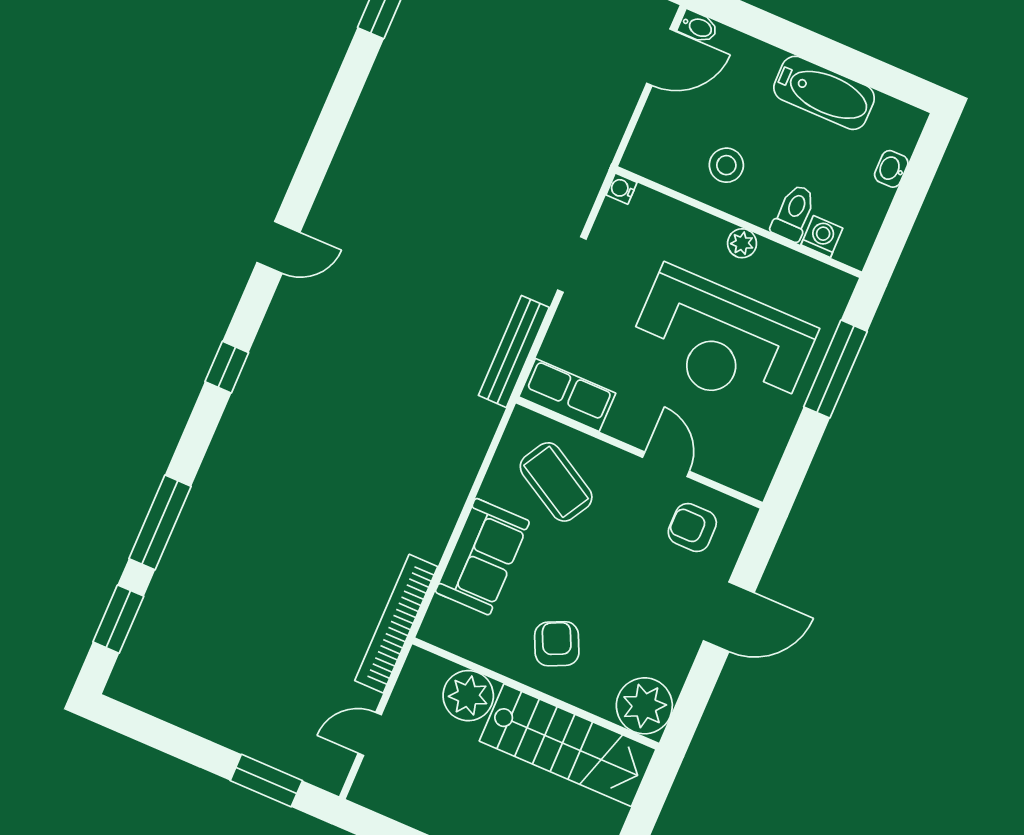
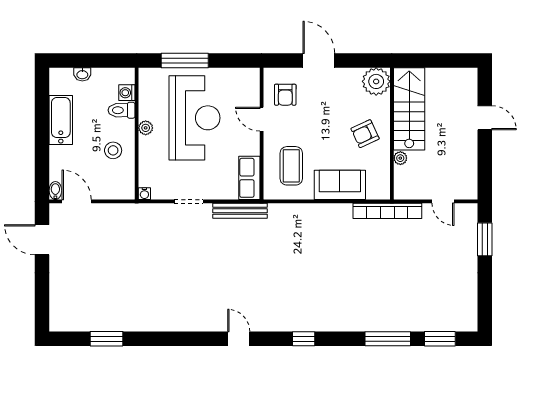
door: (666, 464) -> (262, 119), hinge flipped
coffee table: (556, 482) -> (291, 166), turned -30
plant: (468, 696) -> (400, 158), width x0.53, depth x0.53

